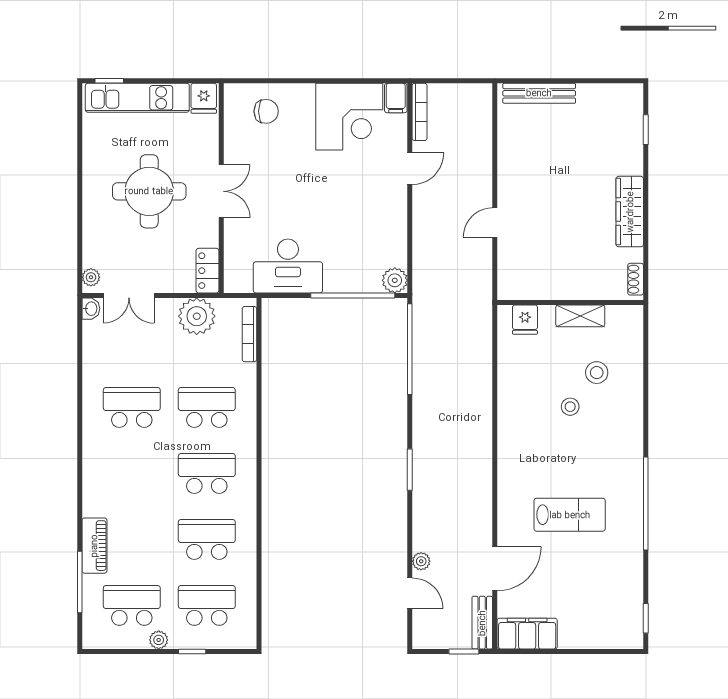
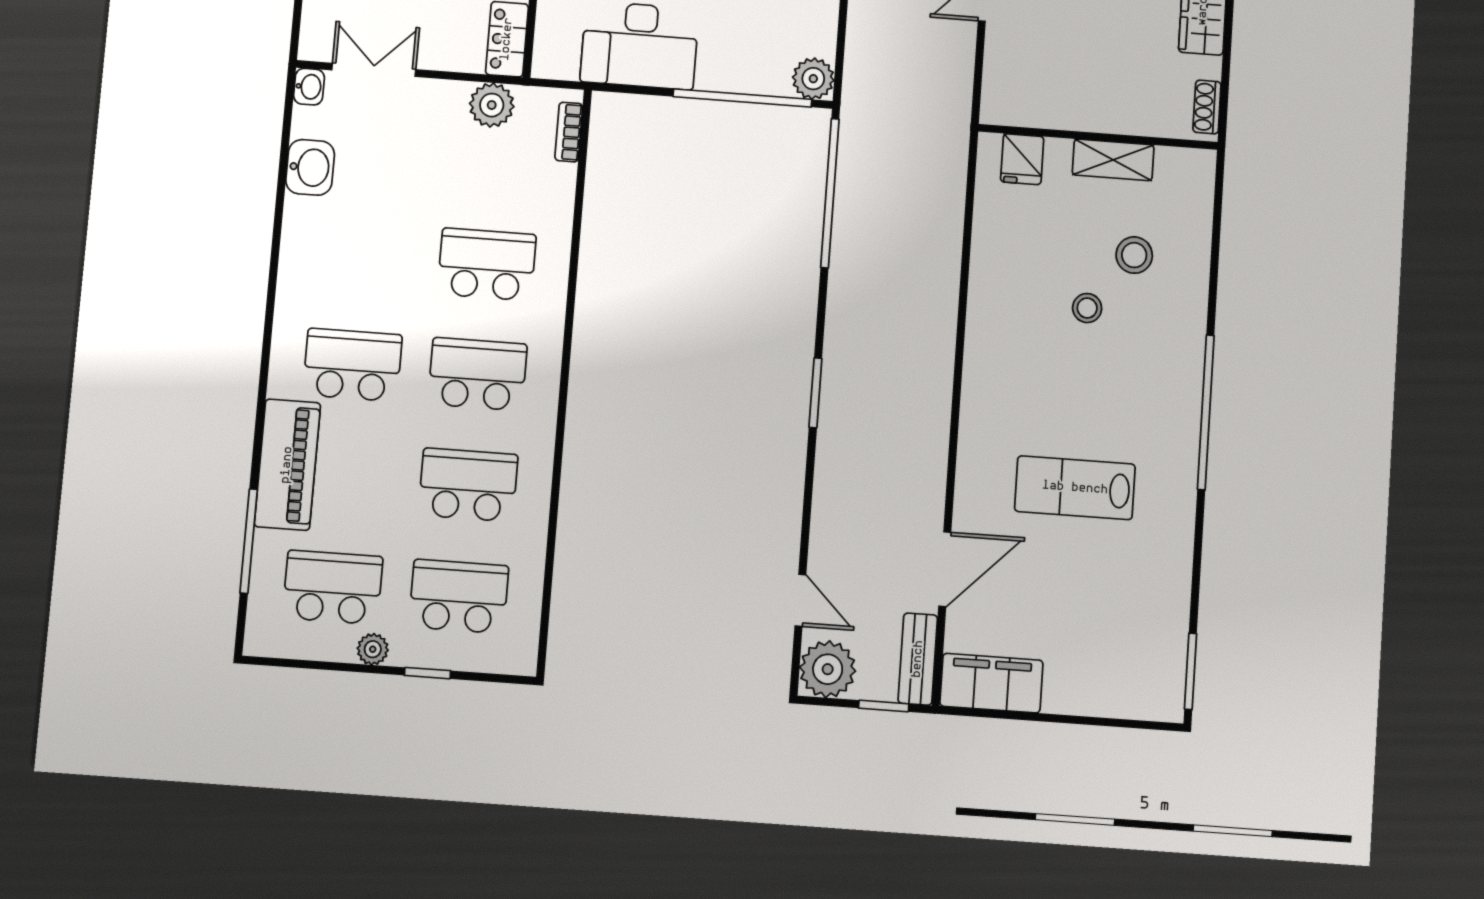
plant: (91, 277) -> (314, 35), removed
double door: (129, 295) -> (374, 70), swing flipped
plant: (197, 316) -> (492, 105), width x0.73, depth x0.73
bookcase: (249, 334) -> (569, 132), width x0.64
washbasin: (96, 357) -> (310, 167), added
school desk: (132, 408) -> (352, 365), moved
window: (646, 504) -> (1206, 412), moved
lab bench: (570, 515) -> (1075, 488), turned 180
piano: (94, 546) -> (287, 465), width x1.37, depth x1.33
plant: (421, 561) -> (828, 669), moved, width x1.88, depth x1.88
window: (646, 618) -> (1191, 671), width x1.50

